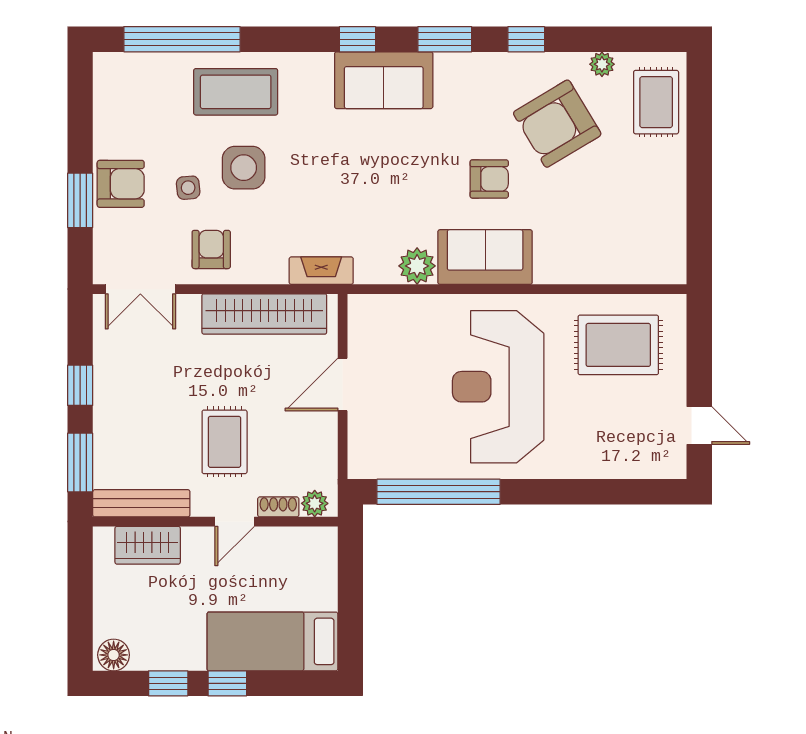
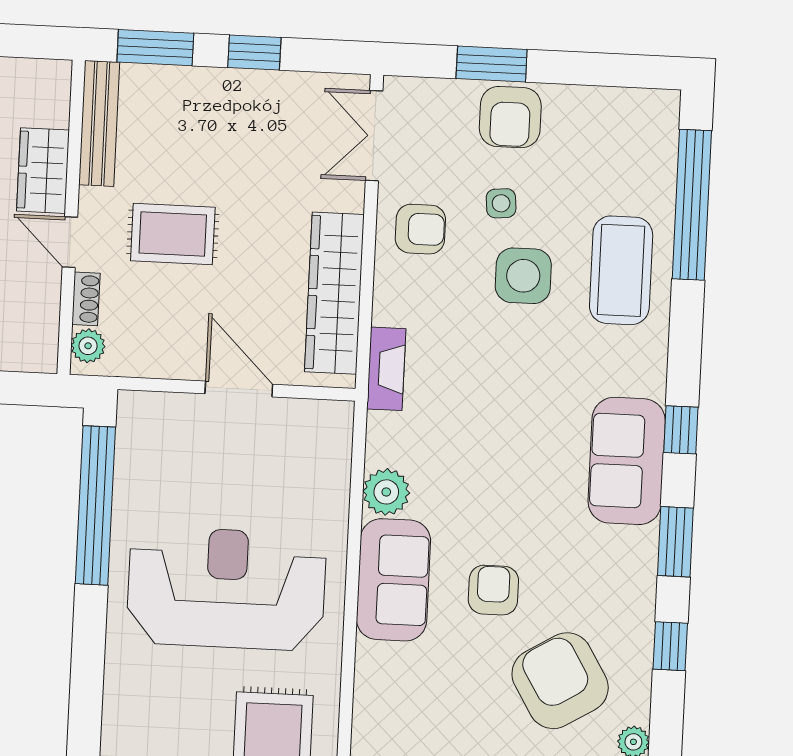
armchair: (489, 179) -> (493, 590), turned 180
wardrobe: (148, 545) -> (43, 171), moved

